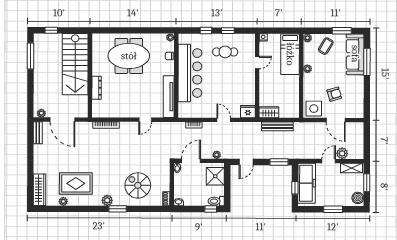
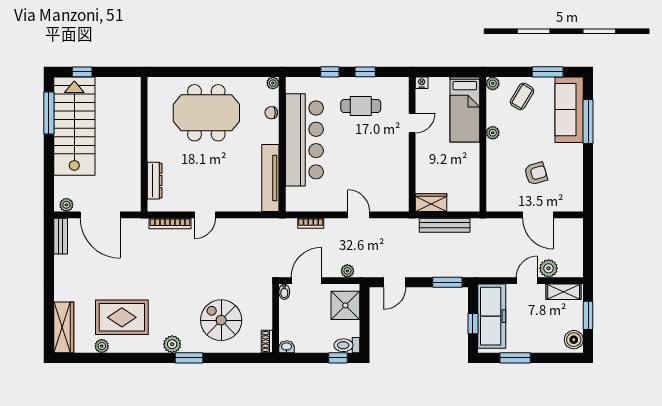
stairs: (75, 64) -> (74, 126), moved, turned 180
dresser: (97, 88) -> (155, 181), moved
side table: (314, 109) -> (503, 197), removed
fridge: (248, 112) -> (397, 202), removed
door: (145, 120) -> (205, 215), moved
window: (333, 209) -> (515, 358), moved

